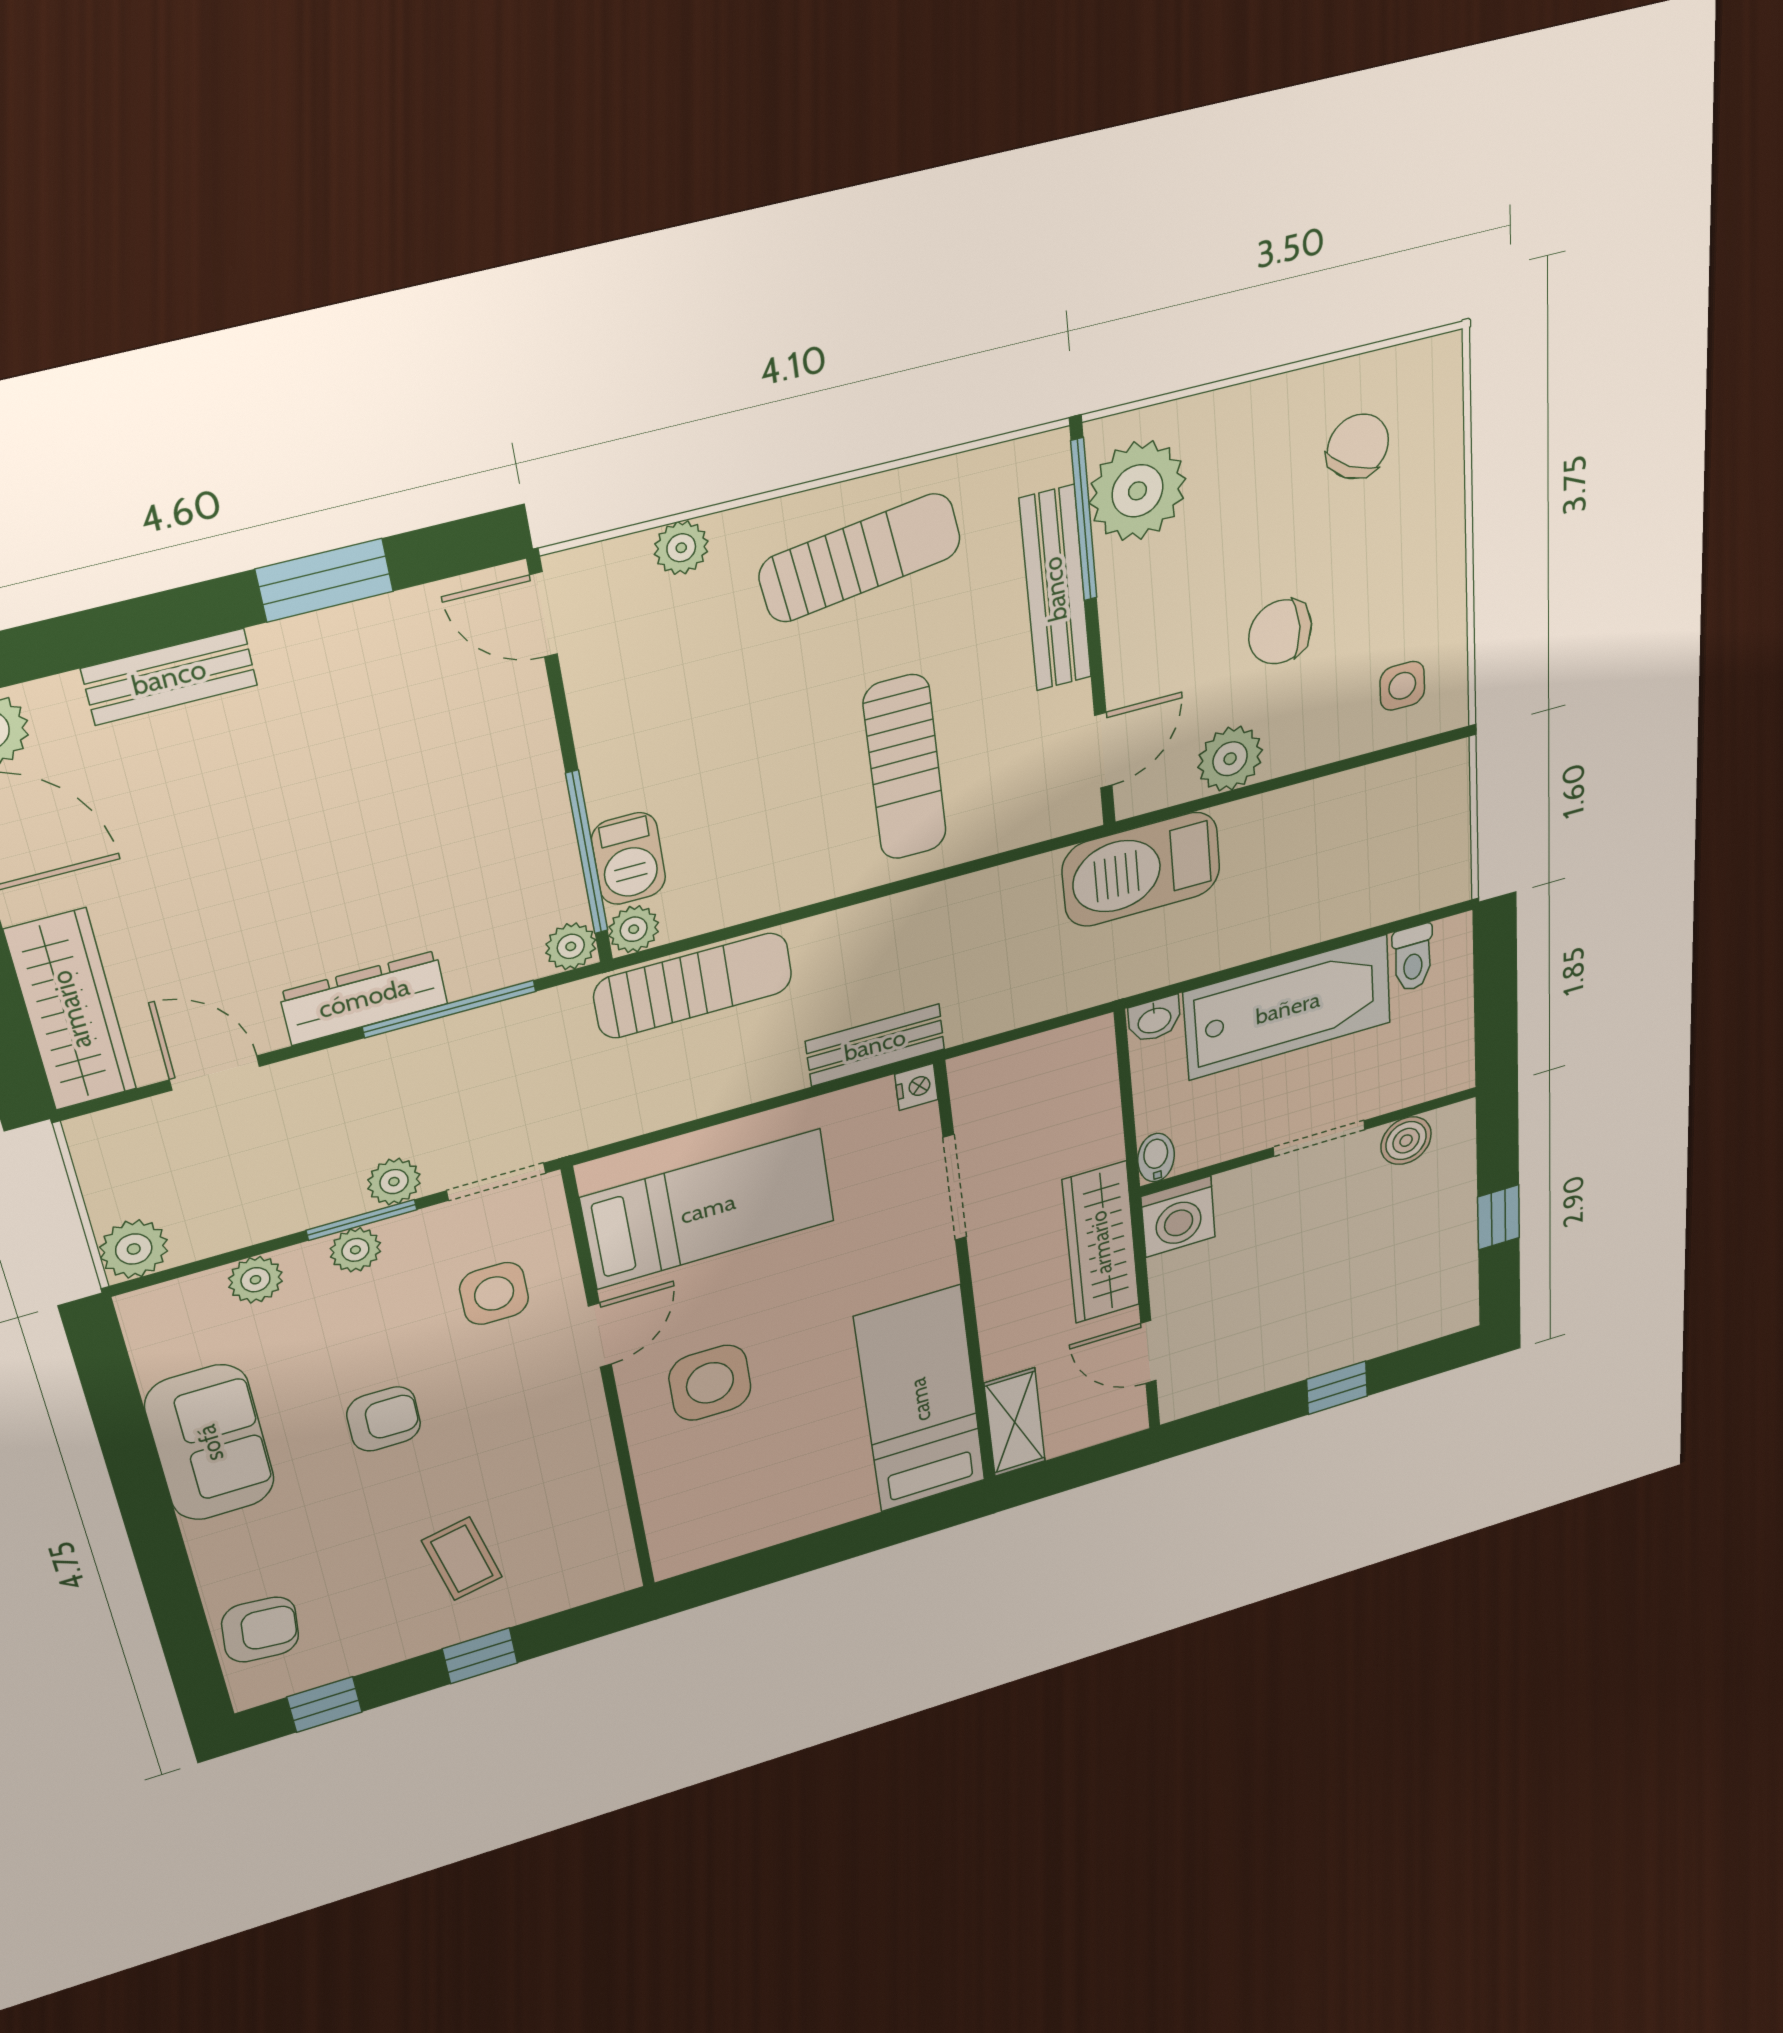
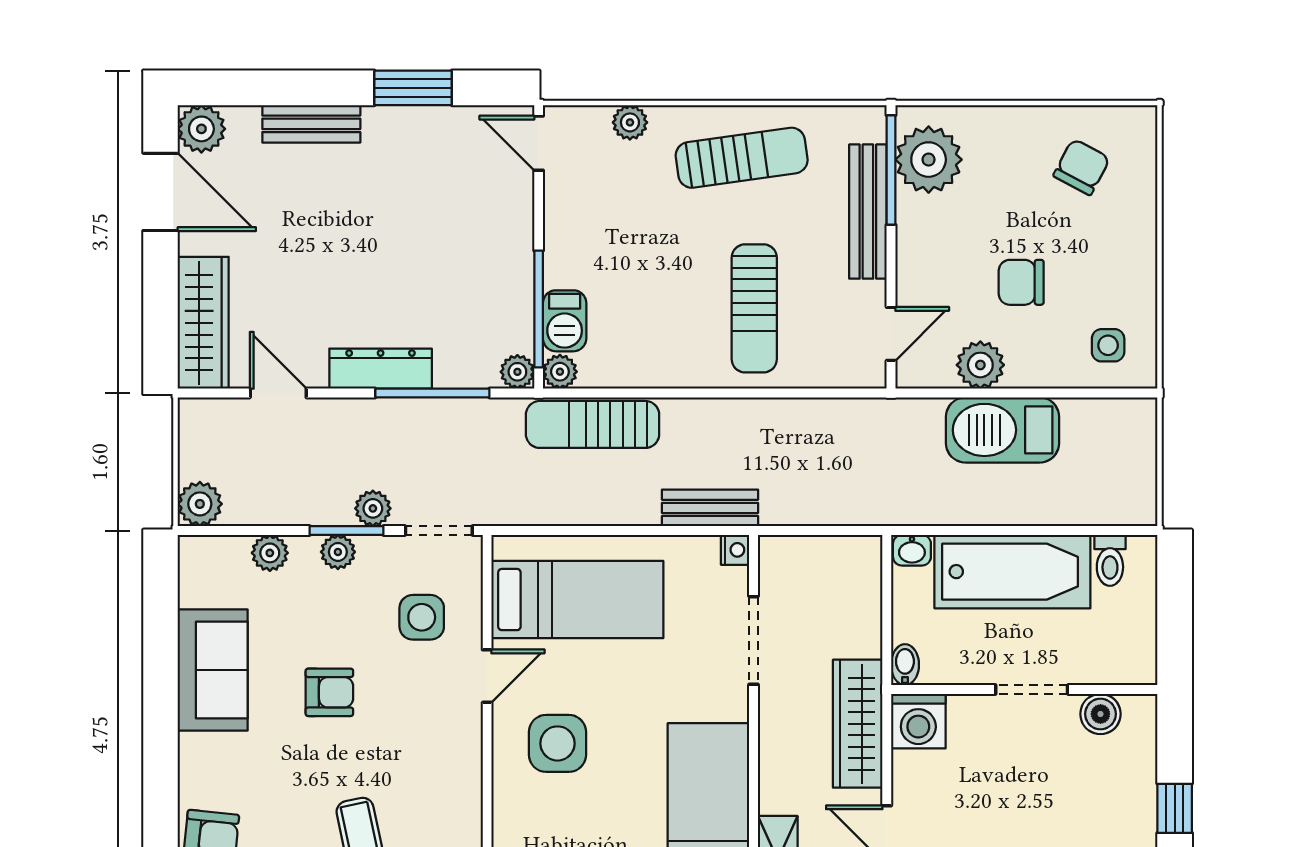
barbecue: (1141, 869) -> (1003, 430), moved
sun lounger: (693, 986) -> (593, 424), turned 180

